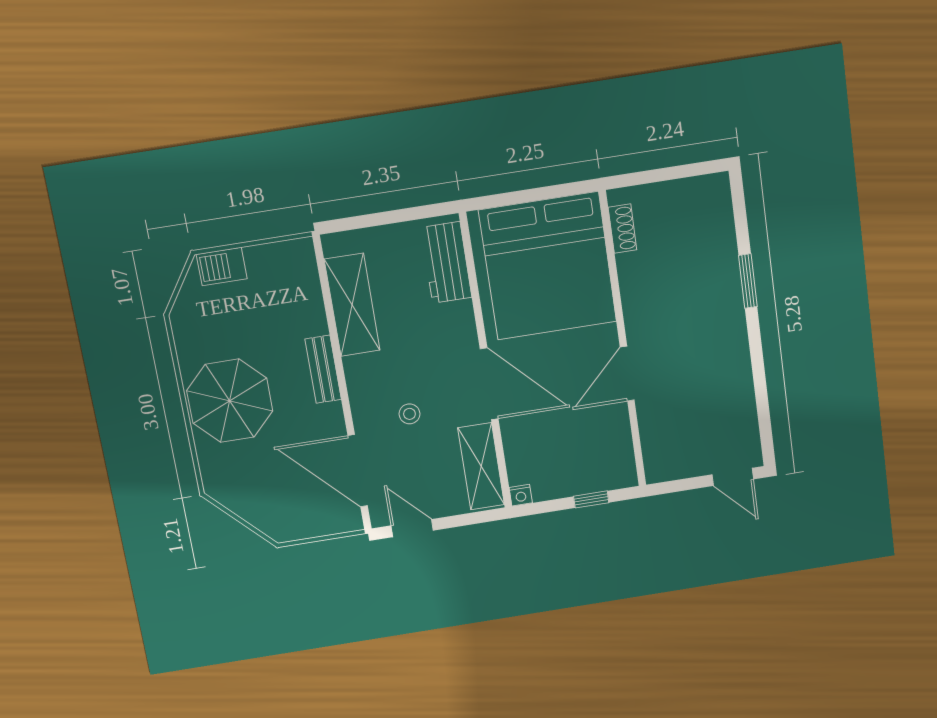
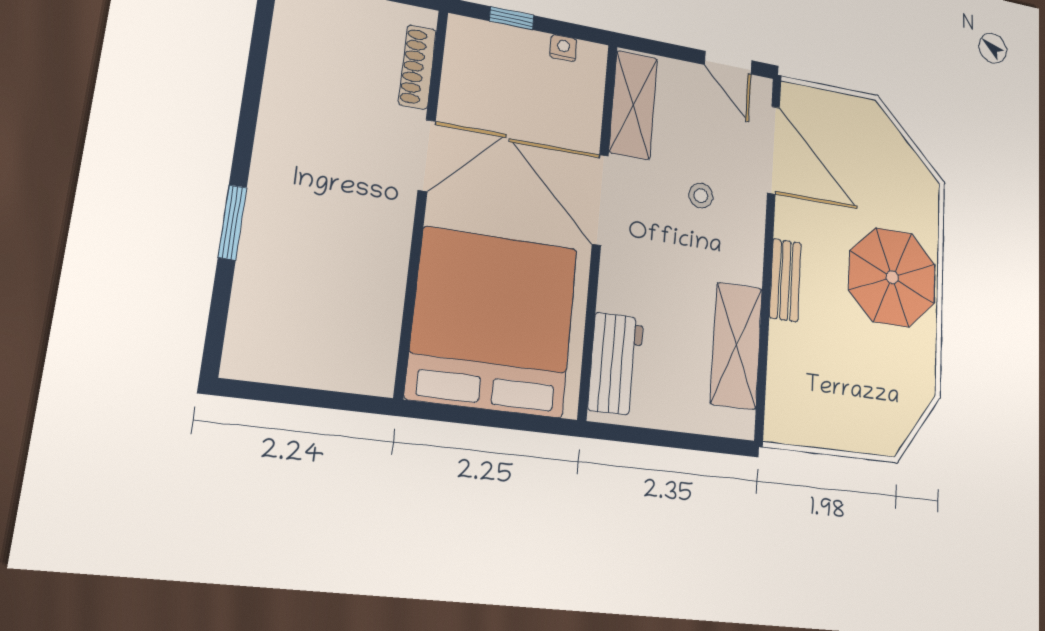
shoe rack: (622, 229) -> (417, 67), moved, width x1.43
barbecue: (222, 267) -> (869, 435), removed
nightstand: (521, 495) -> (563, 48), moved

